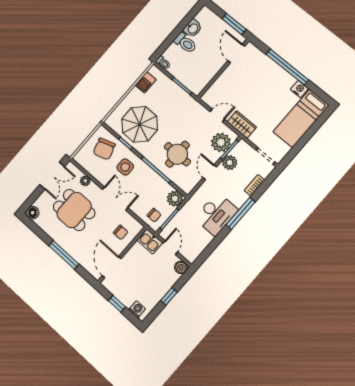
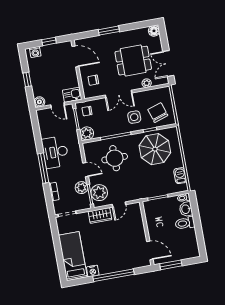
washbasin: (193, 28) -> (186, 209), moved
window: (64, 255) -> (109, 31), width x0.69

